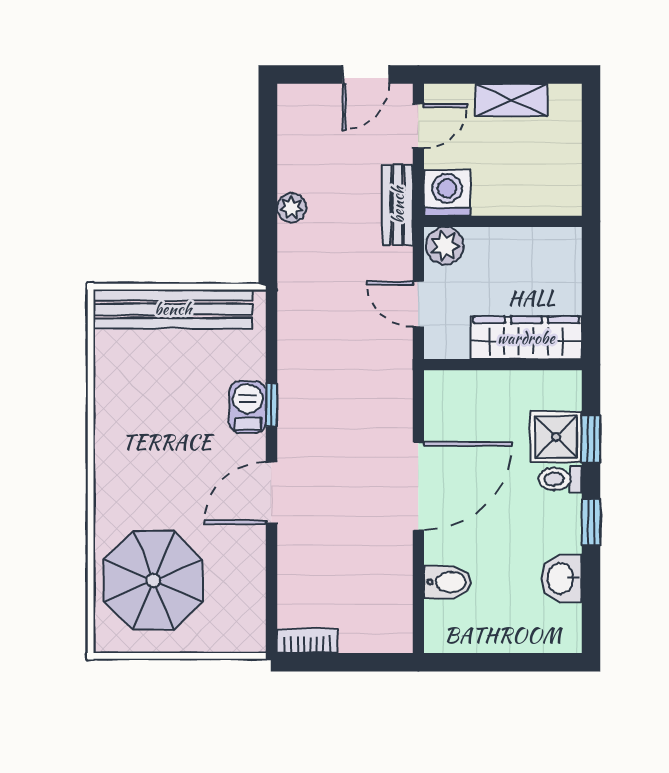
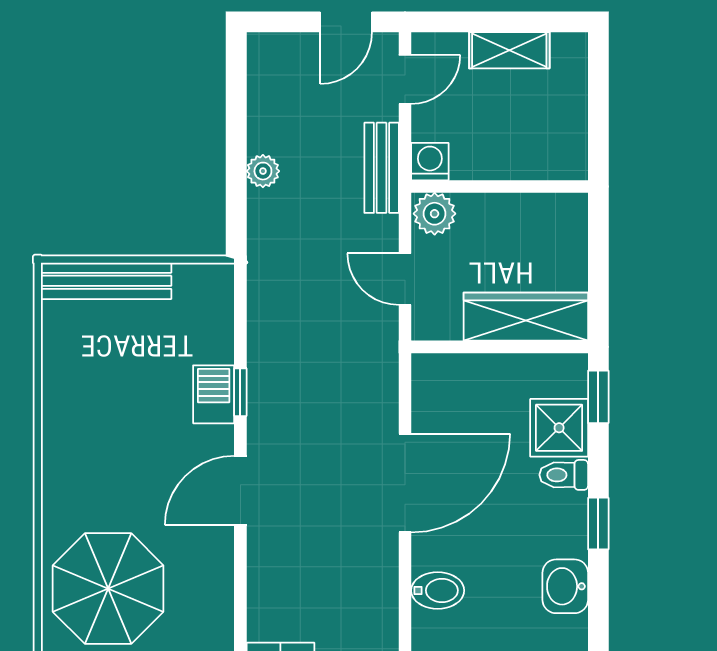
washing machine: (447, 193) -> (430, 162), width x0.73, depth x0.73
bench: (173, 309) -> (106, 281), width x0.73, depth x0.82
window: (591, 439) -> (598, 397), moved

